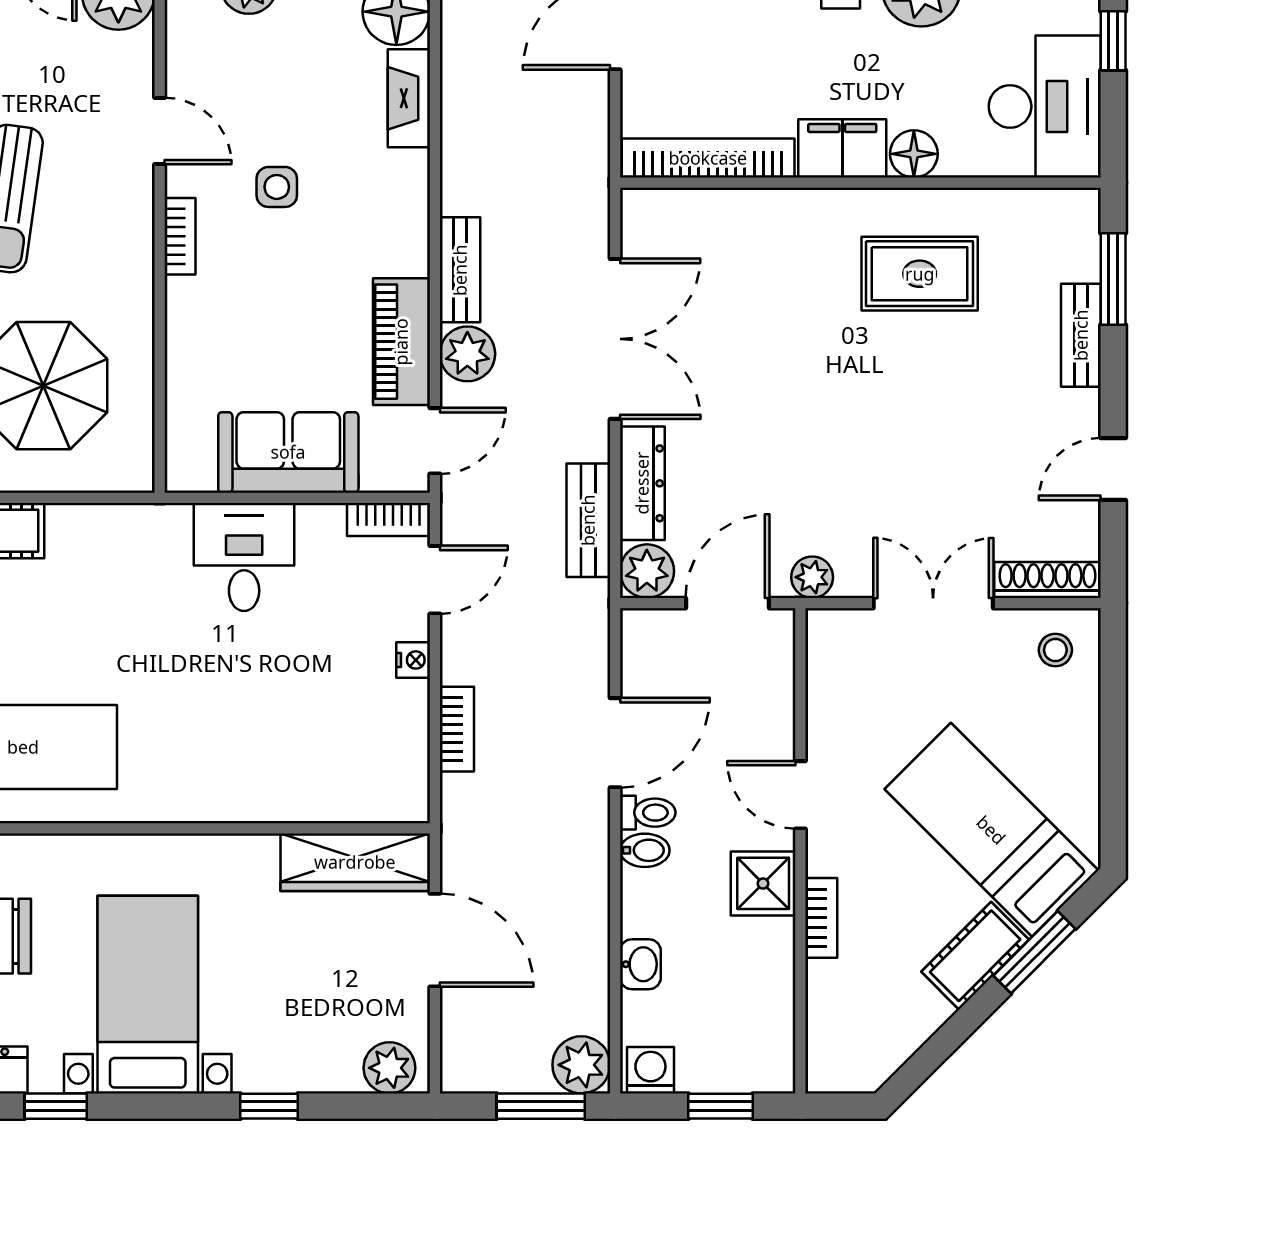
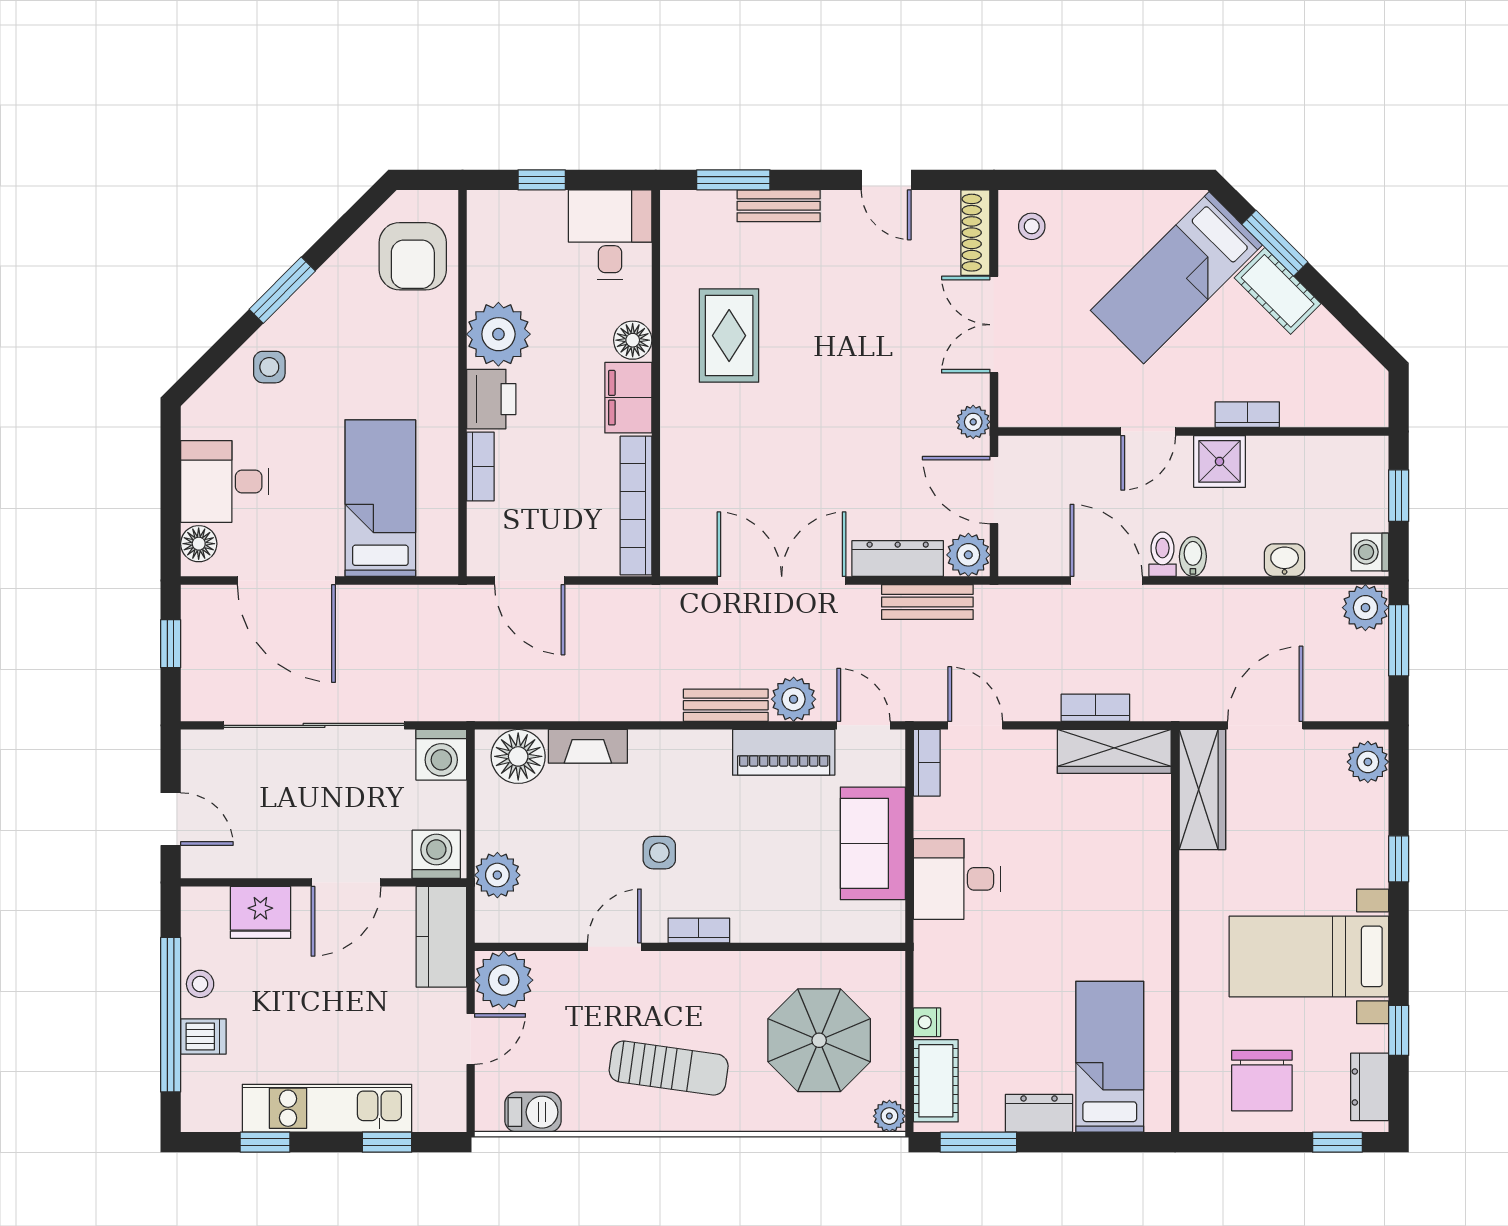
desk: (1045, 106) -> (610, 235), width x0.73
nightstand: (413, 660) -> (927, 1022), moved, turned -90
wardrobe: (403, 753) -> (1114, 751), added

